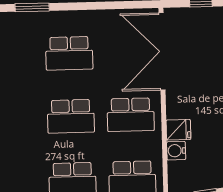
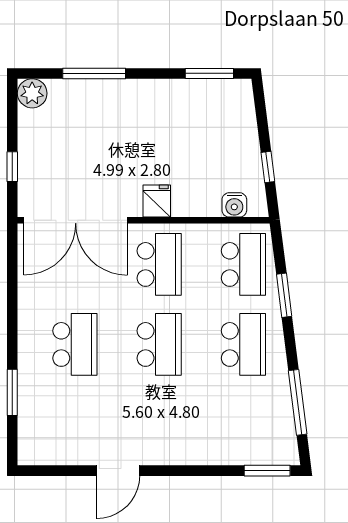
fridge: (178, 130) -> (157, 201), moved
water cooler: (176, 151) -> (234, 205), moved

